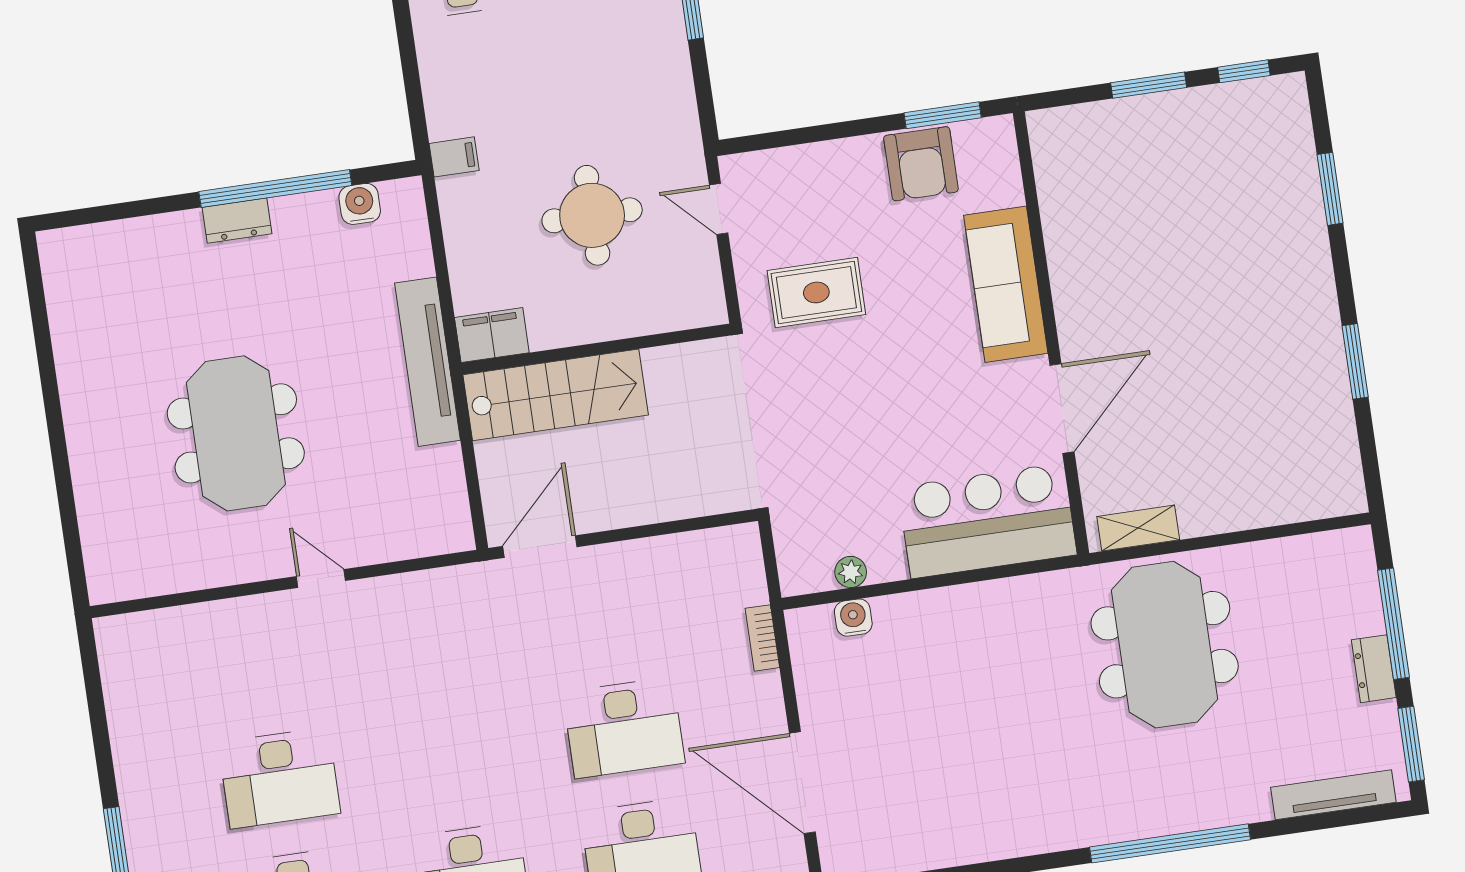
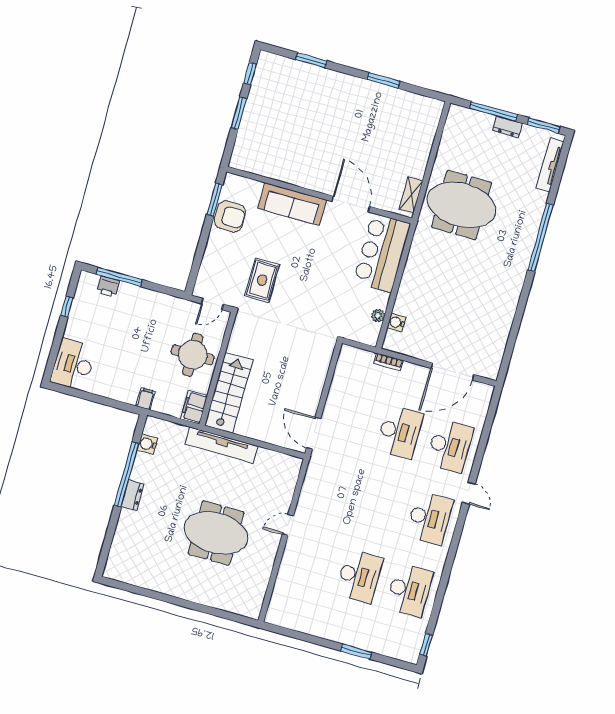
filing cabinet: (492, 335) -> (194, 407), moved
wall: (596, 349) -> (218, 369), moved
stairs: (556, 395) -> (229, 393), moved

